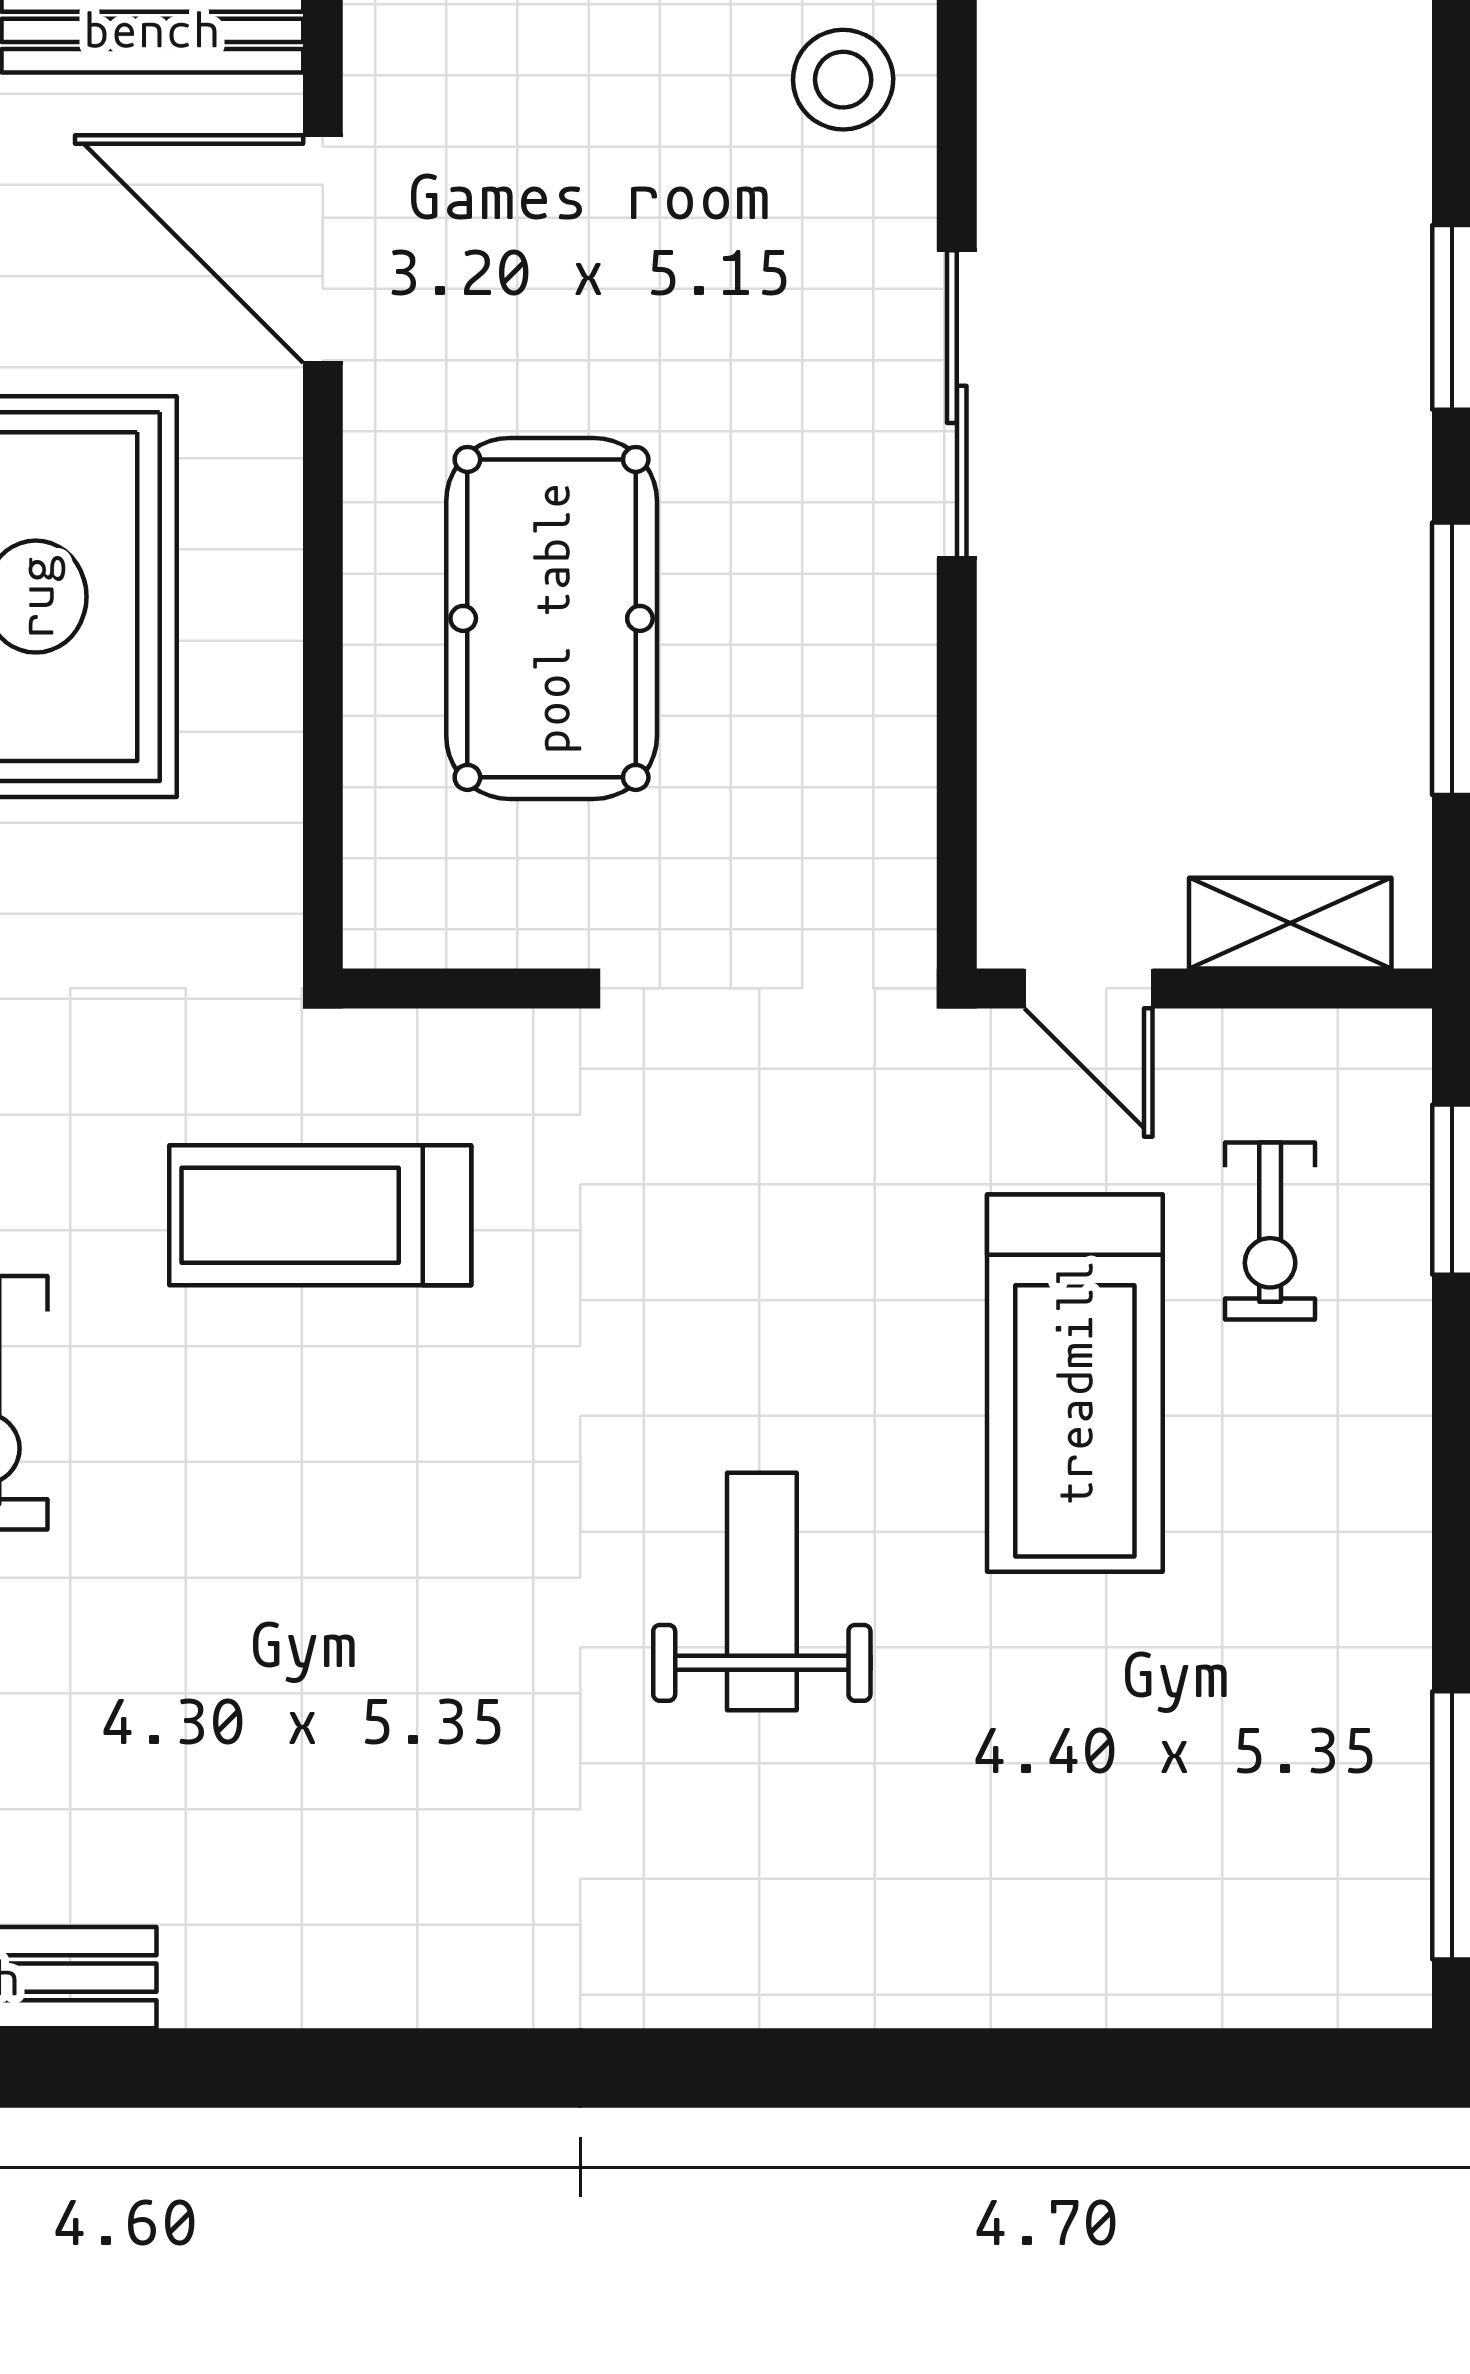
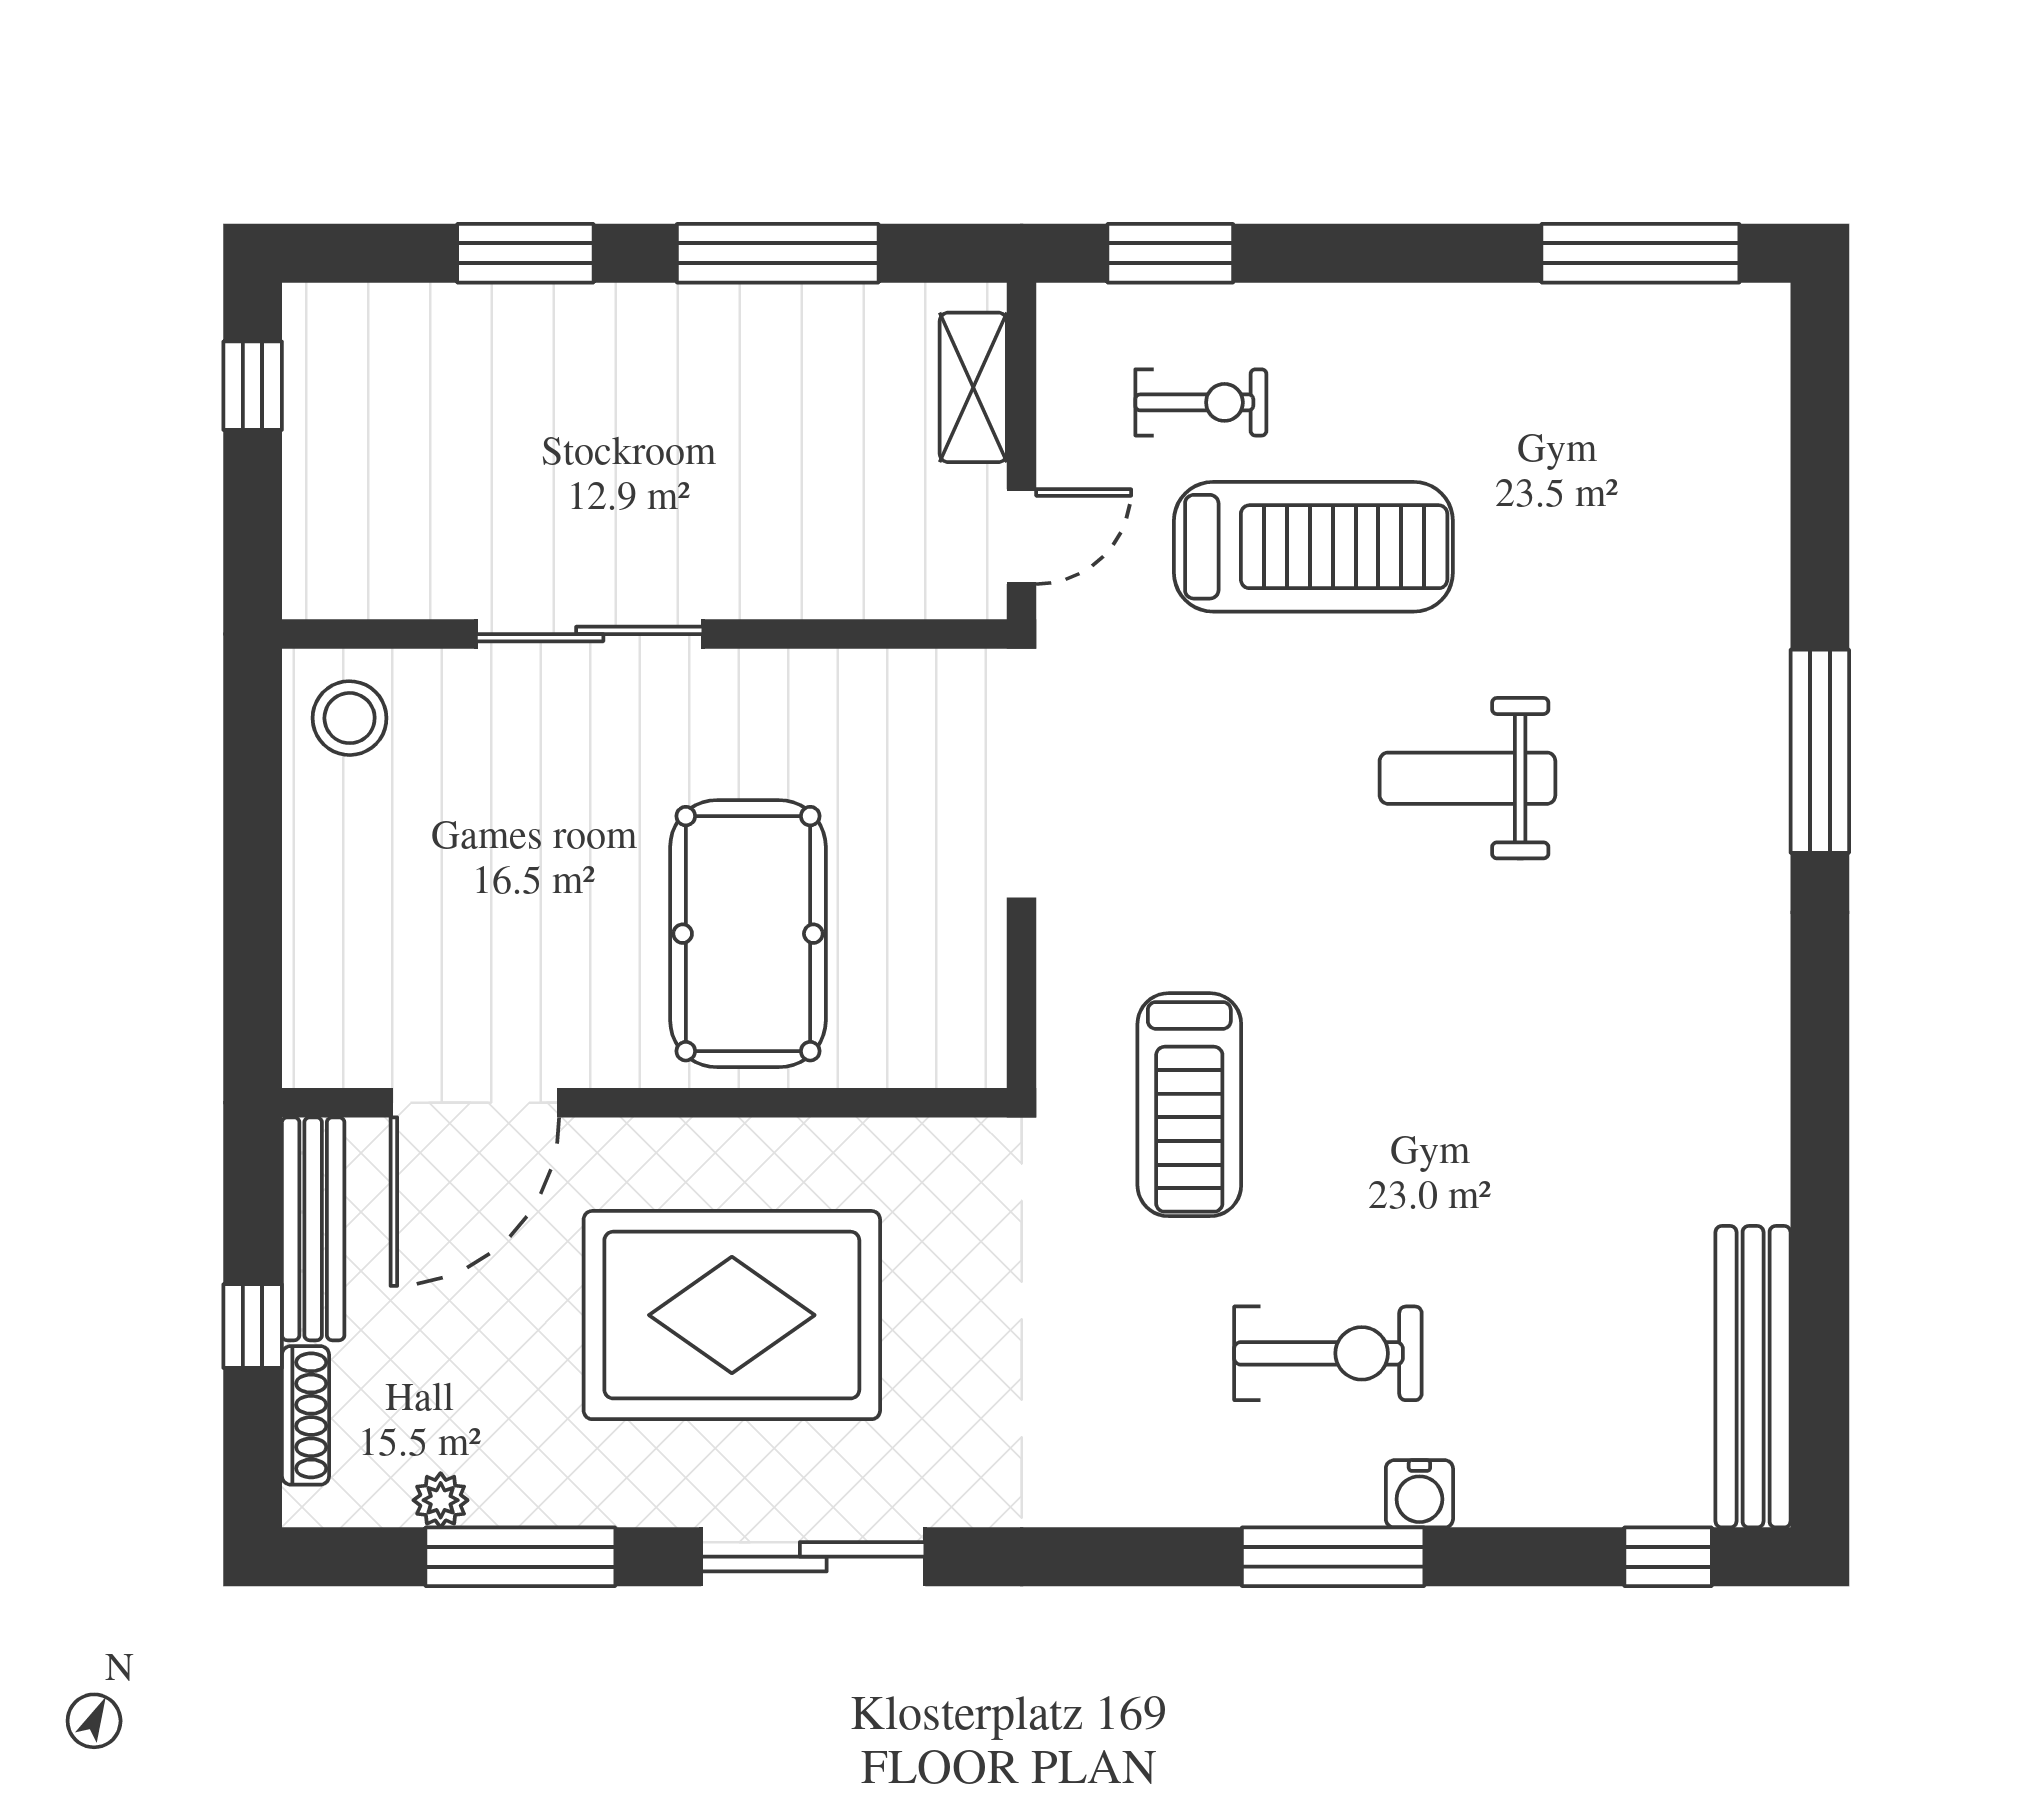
pool table: (552, 618) -> (748, 934), turned 90
window: (798, 2068) -> (1820, 751), added

